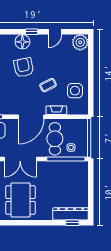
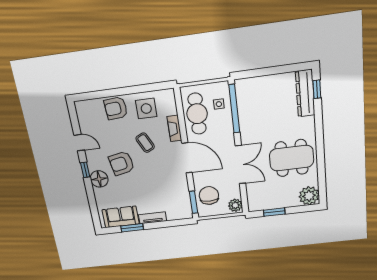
plant: (80, 42) -> (85, 110), removed
armchair: (24, 67) -> (121, 163), moved
armchair: (78, 67) -> (116, 108), added
cafe table: (55, 139) -> (197, 114), moved, turned 90

